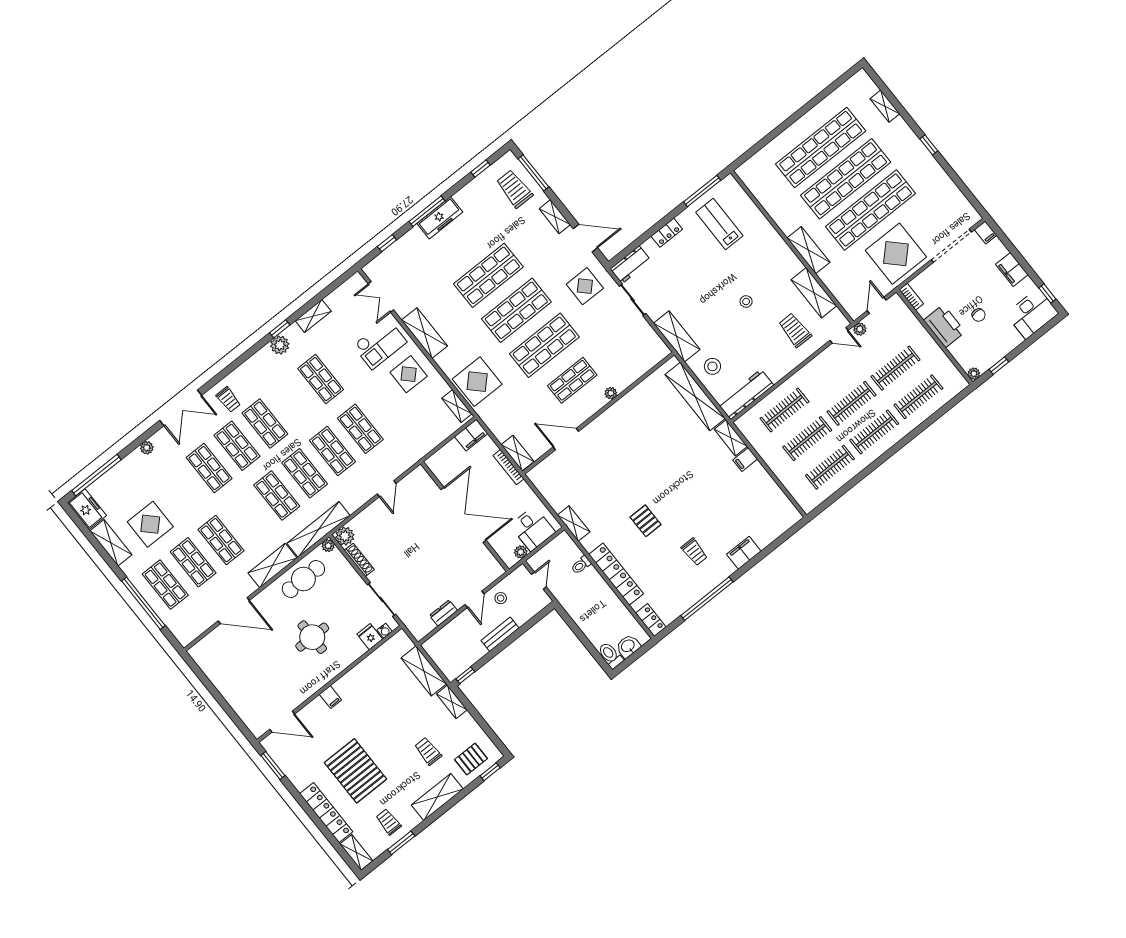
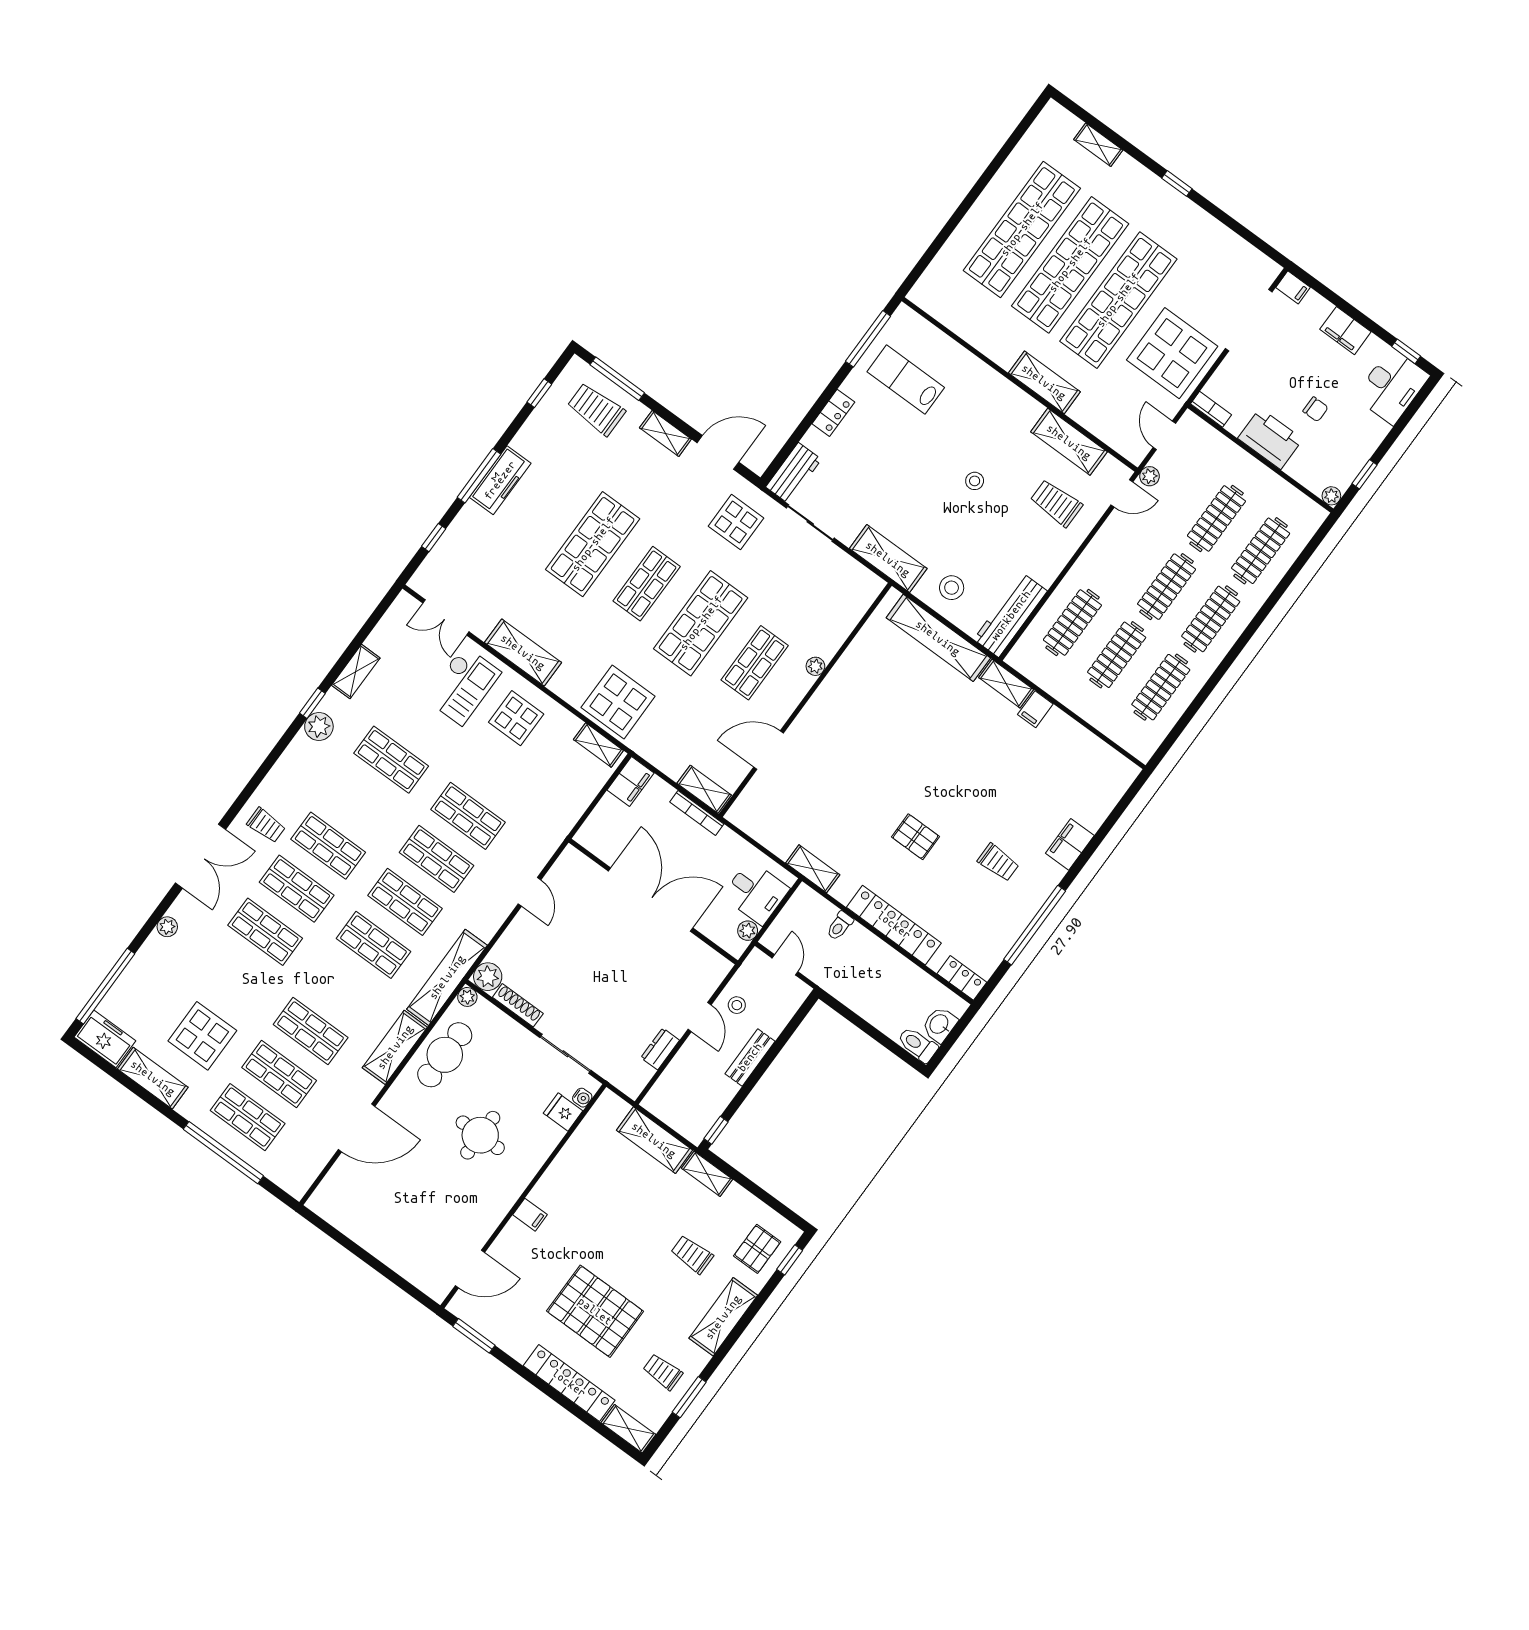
shop shelf: (516, 310) -> (647, 584), width x0.70, depth x0.74

